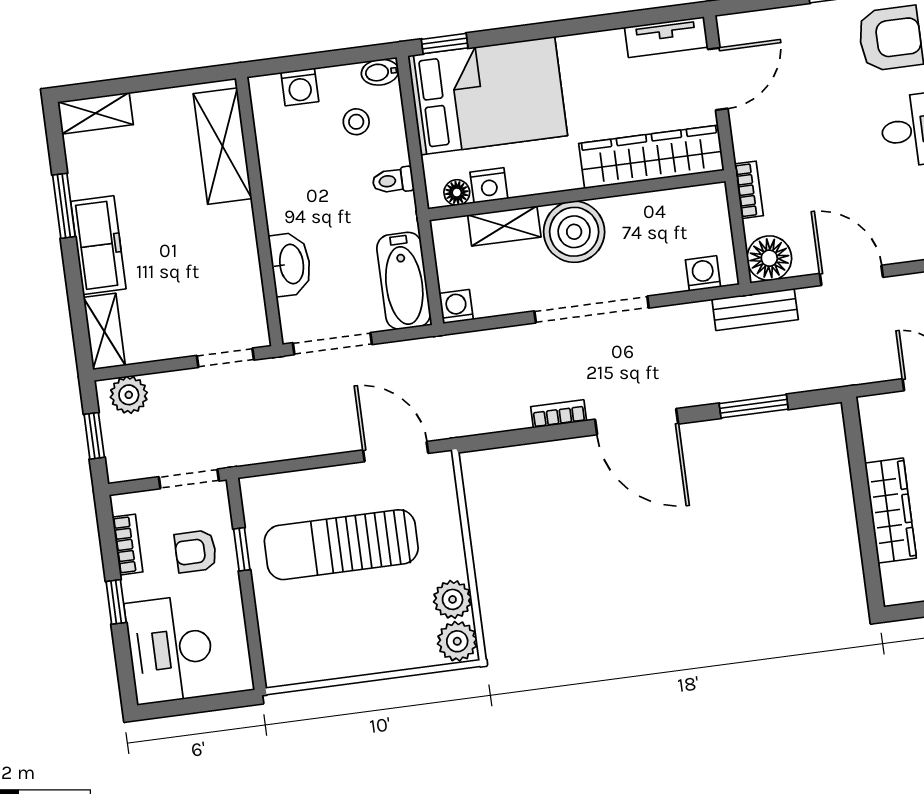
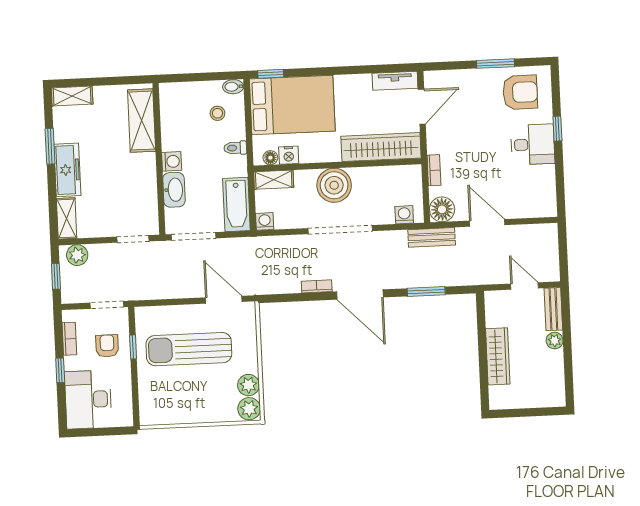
washing machine: (300, 87) -> (172, 161), moved, turned -90
shelving: (504, 226) -> (274, 180), moved
armchair: (196, 551) -> (107, 346), turned 90

